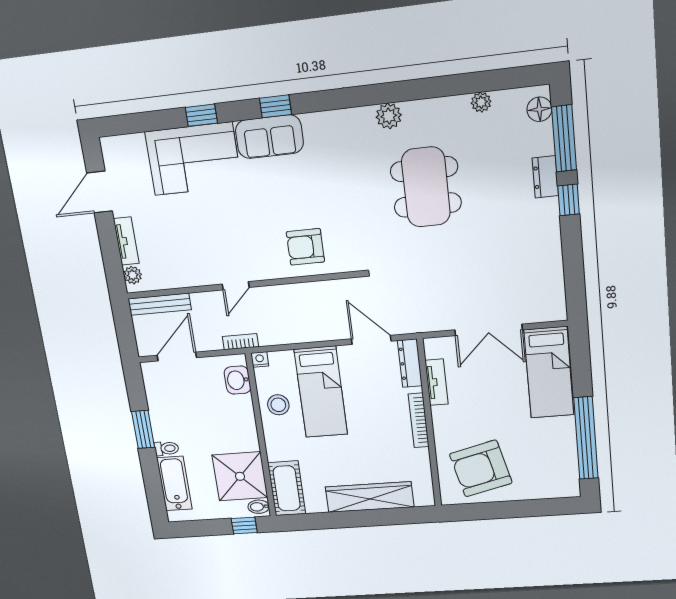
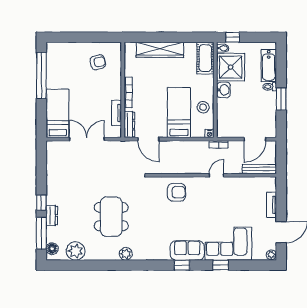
plant: (481, 102) -> (76, 251), width x1.88, depth x1.88
plant: (133, 275) -> (271, 255), moved
washbasin: (237, 380) -> (223, 90), moved
armchair: (481, 468) -> (98, 62), width x0.53, depth x0.53

